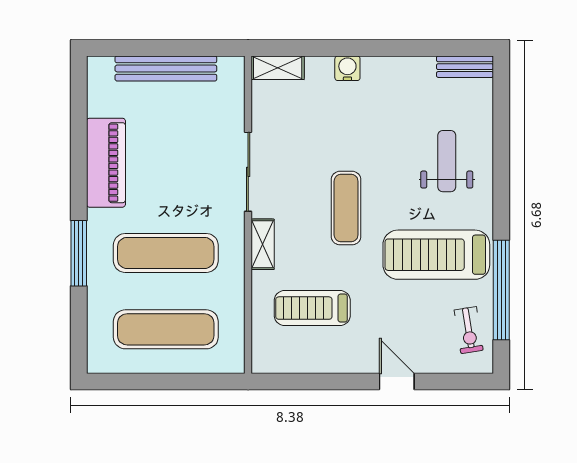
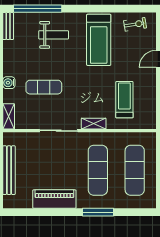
weight bench: (447, 161) -> (54, 35), turned 180
exercise mat: (346, 208) -> (44, 87), moved
window: (501, 290) -> (38, 9), moved
treadmill: (312, 308) -> (124, 100), turned 180

